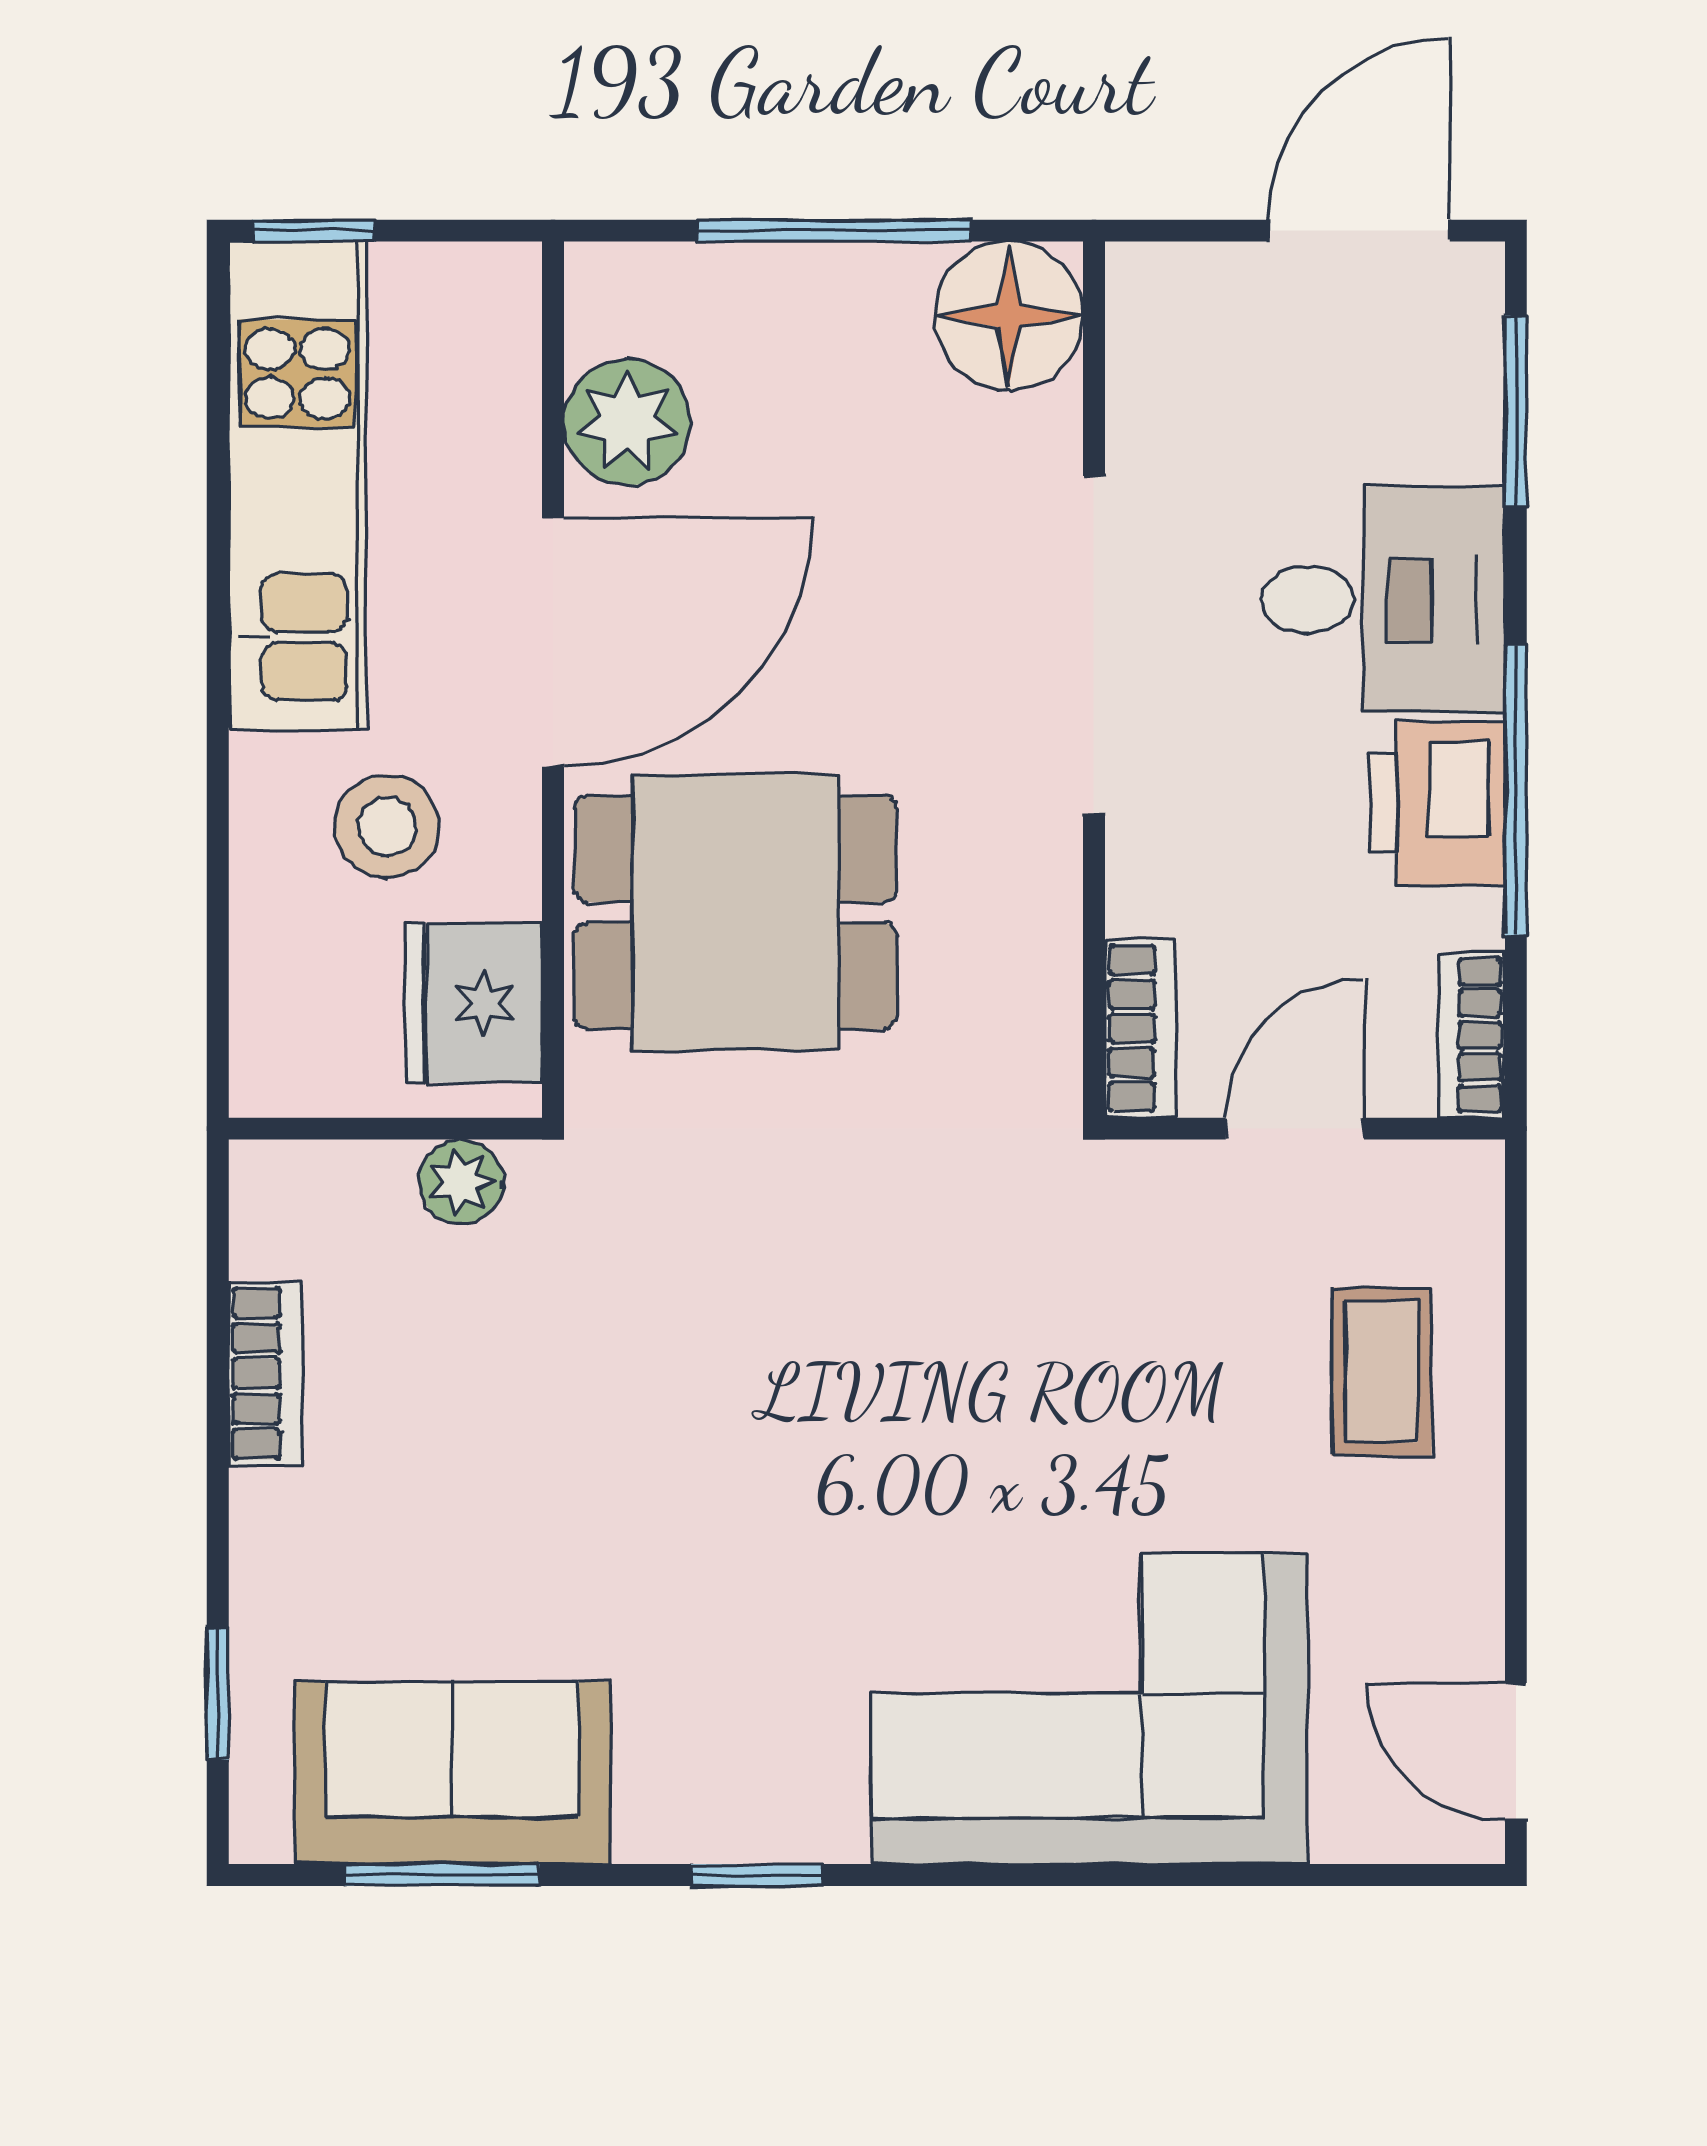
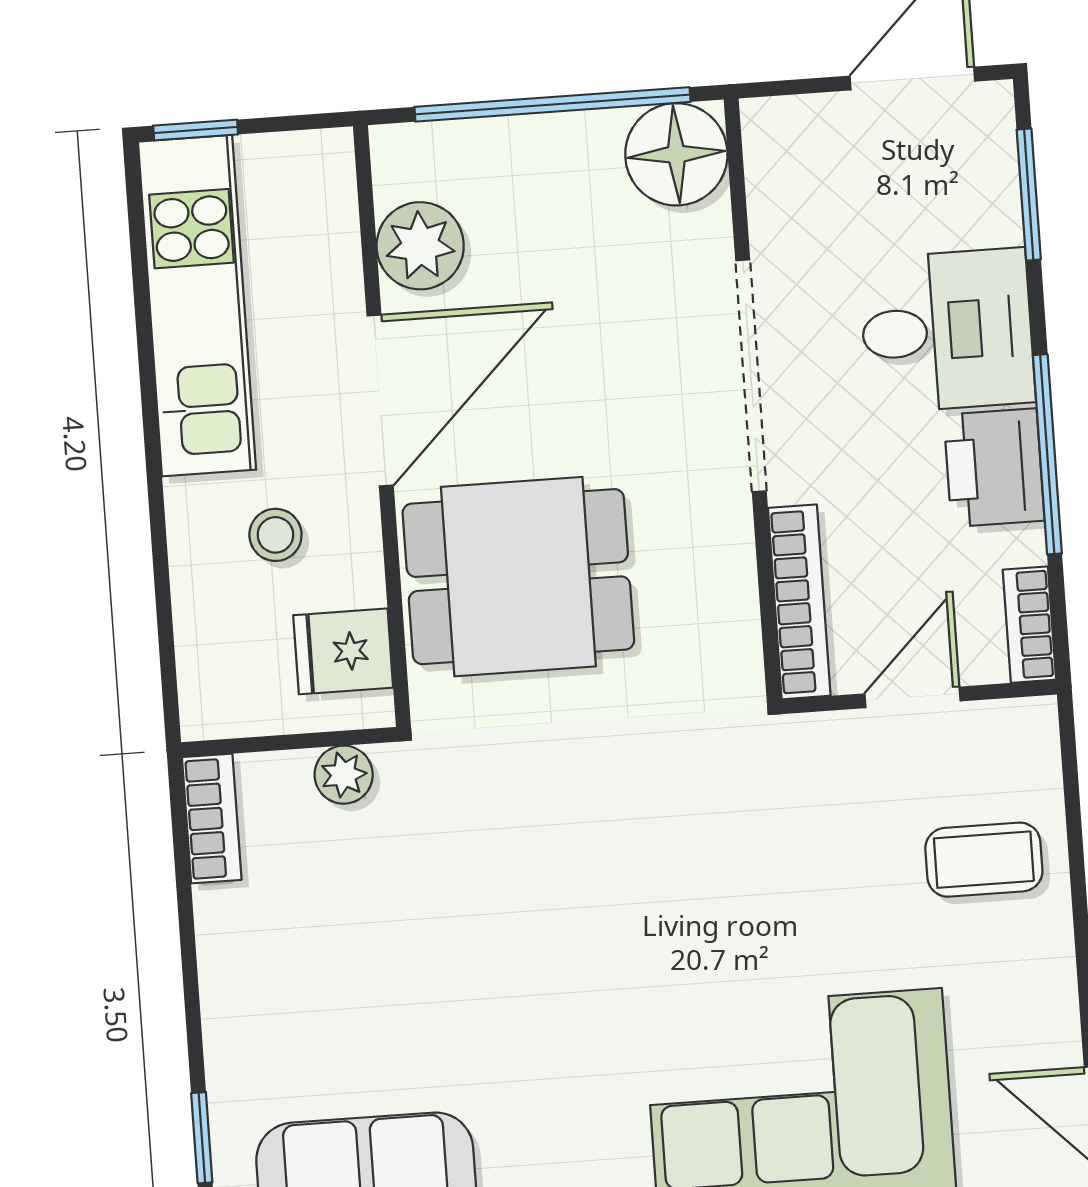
window: (834, 231) -> (552, 104), width x1.46
stool: (387, 827) -> (275, 535), width x0.73, depth x0.73
fridge: (473, 1003) -> (343, 651), width x0.72
bookcase: (1140, 1028) -> (799, 602), width x1.56
coffee table: (1382, 1372) -> (984, 860), turned 90
bookcase: (265, 1374) -> (212, 818), moved

